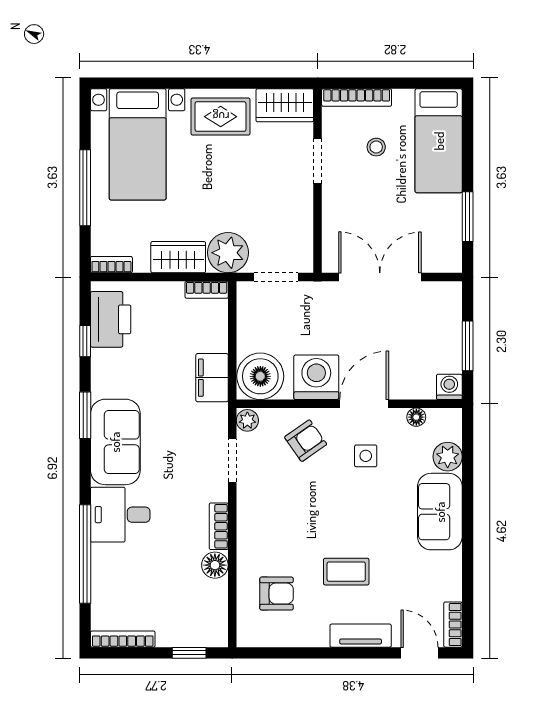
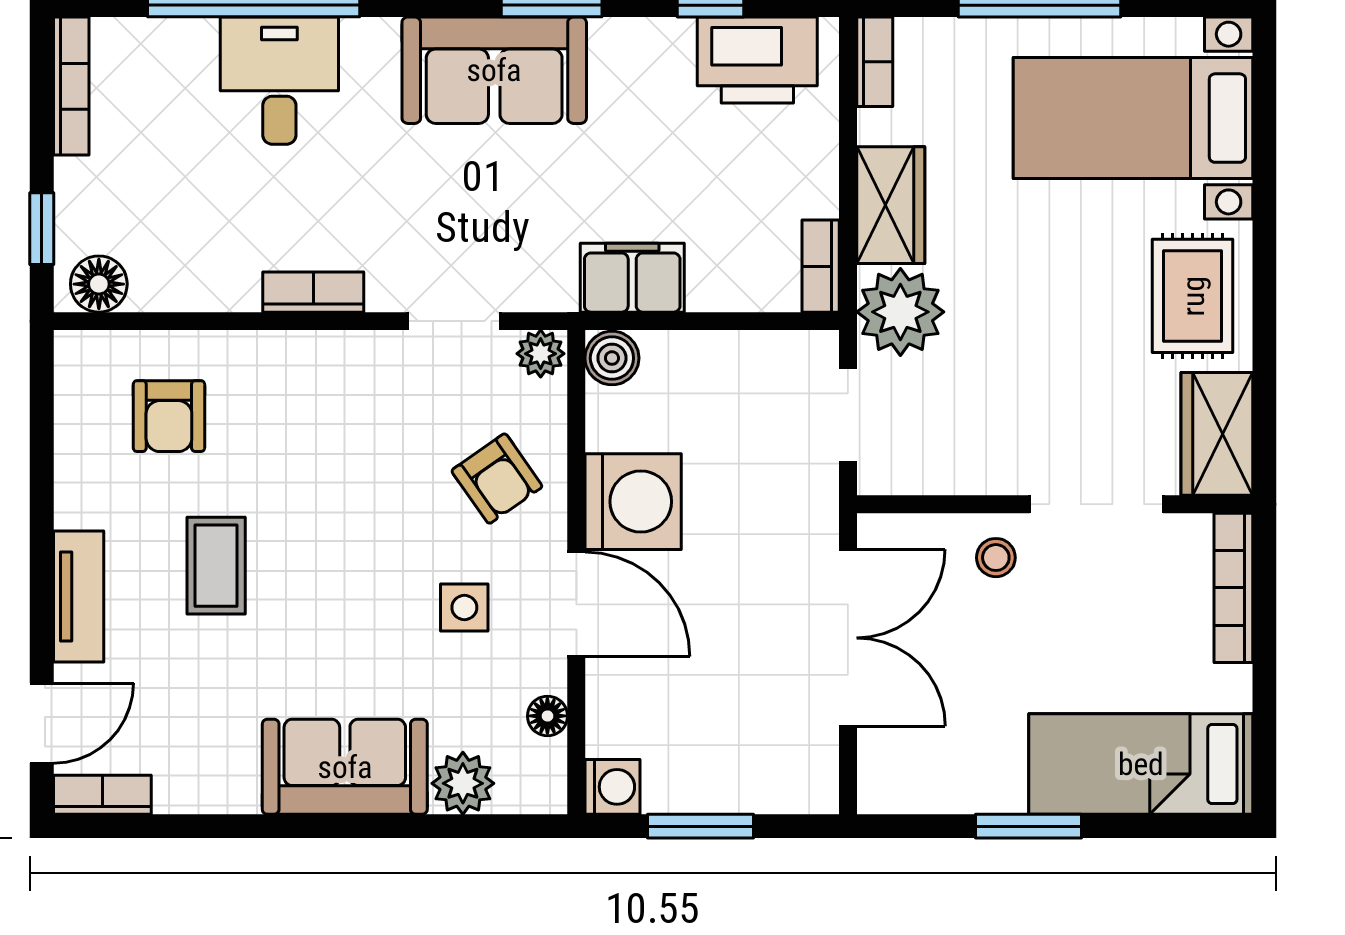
stool: (376, 147) -> (996, 558), moved
doorway: (318, 161) -> (1096, 504), width x1.38
window: (468, 217) -> (1028, 826), moved
boiler: (260, 376) -> (612, 358), width x0.54, depth x0.54
desk: (120, 515) -> (279, 81), moved
floor lamp: (215, 565) -> (99, 284), moved

